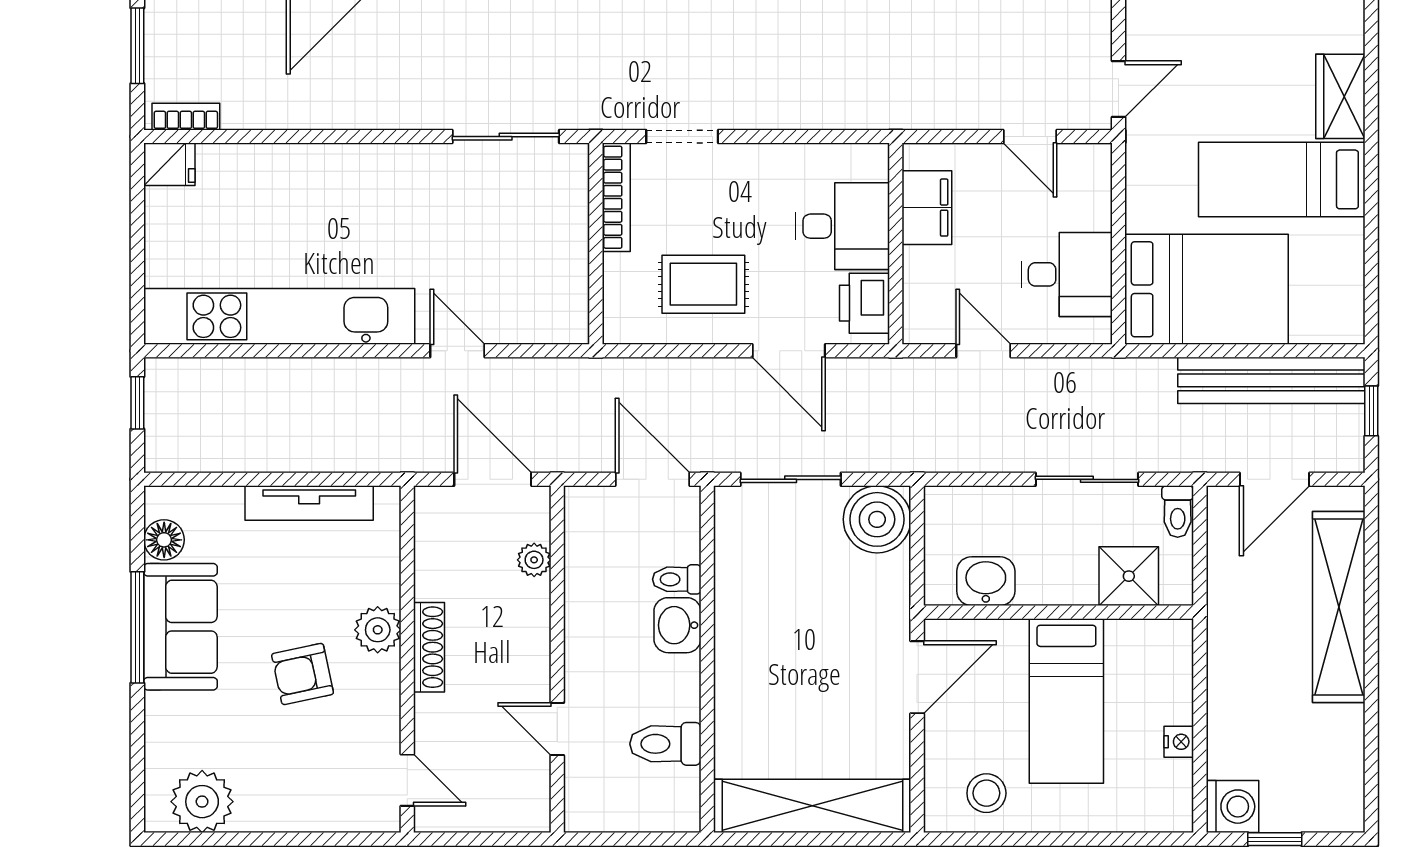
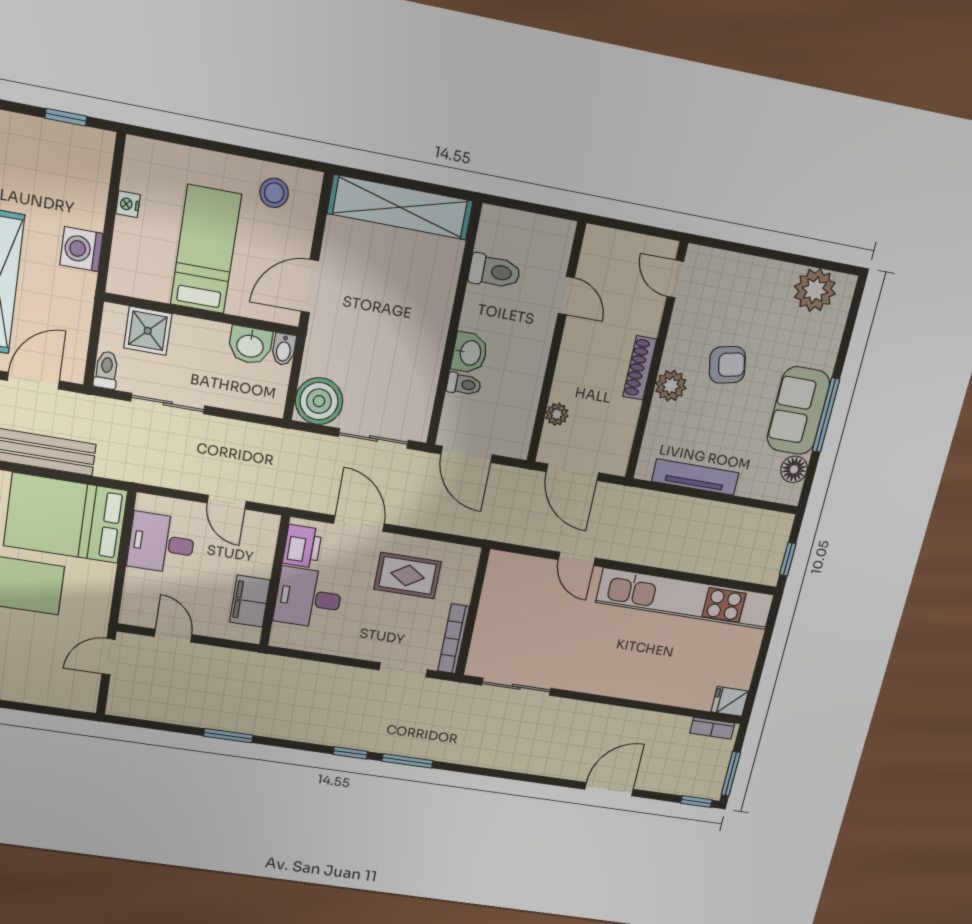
bidet: (938, 584) -> (284, 349), added
washing machine: (1233, 807) -> (81, 249), moved

